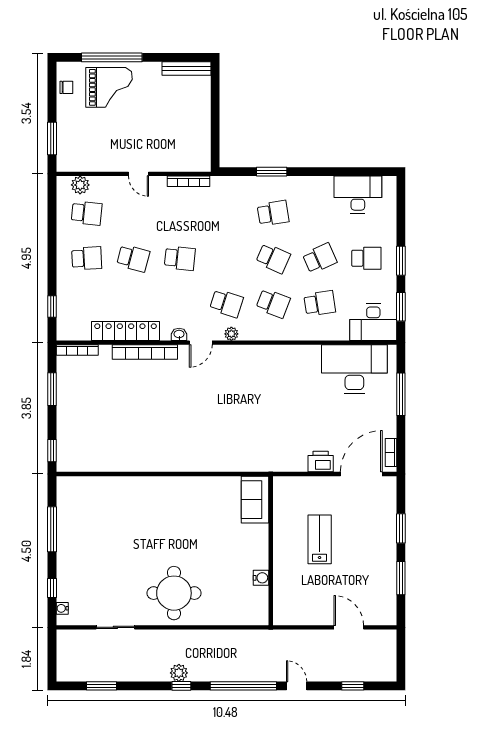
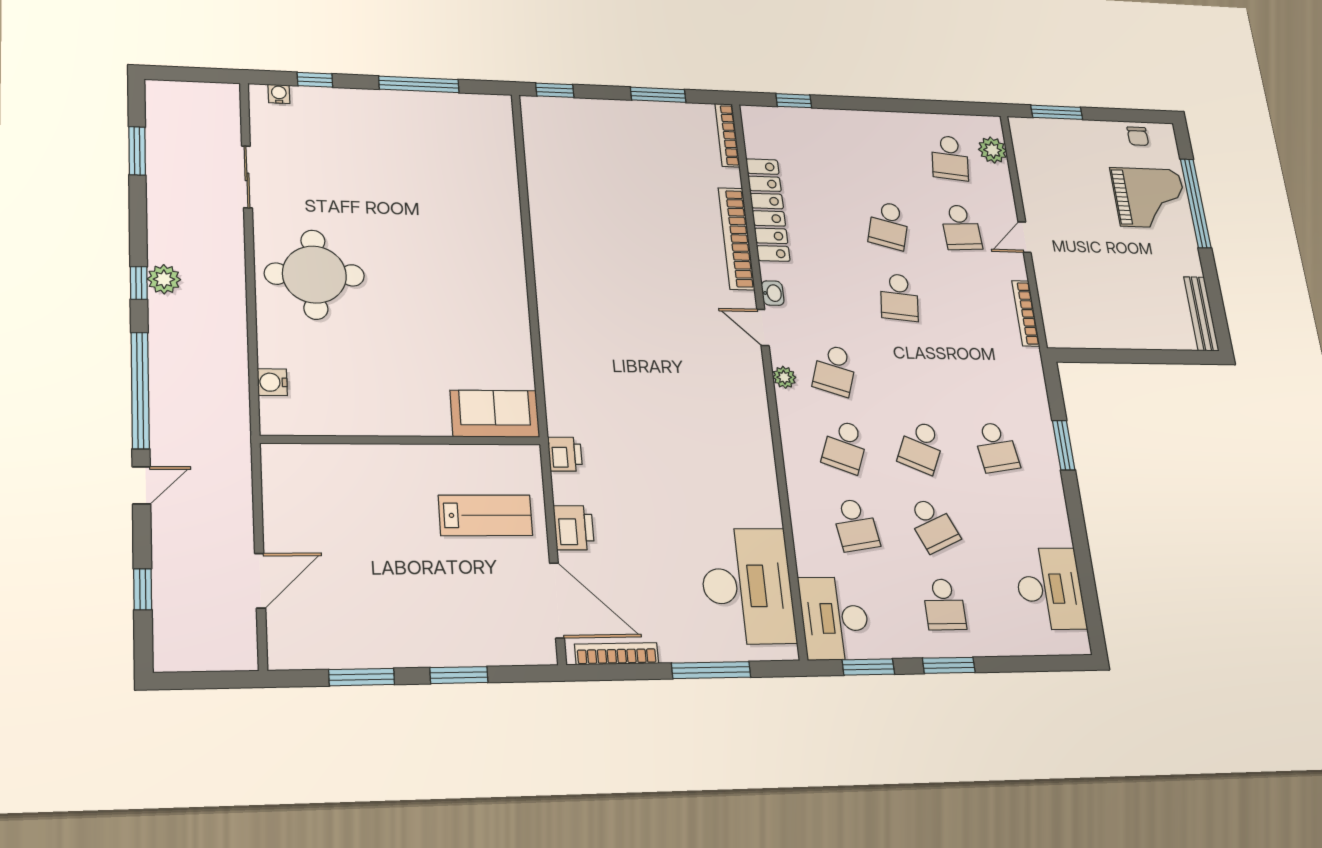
grand piano: (109, 87) -> (1150, 198), turned -90
school desk: (87, 258) -> (961, 227), moved
bookcase: (391, 452) -> (617, 654), width x1.56
printer: (278, 463) -> (565, 454), added
lab bench: (320, 539) -> (485, 515), moved
water cooler: (261, 578) -> (272, 382), moved, turned 90

